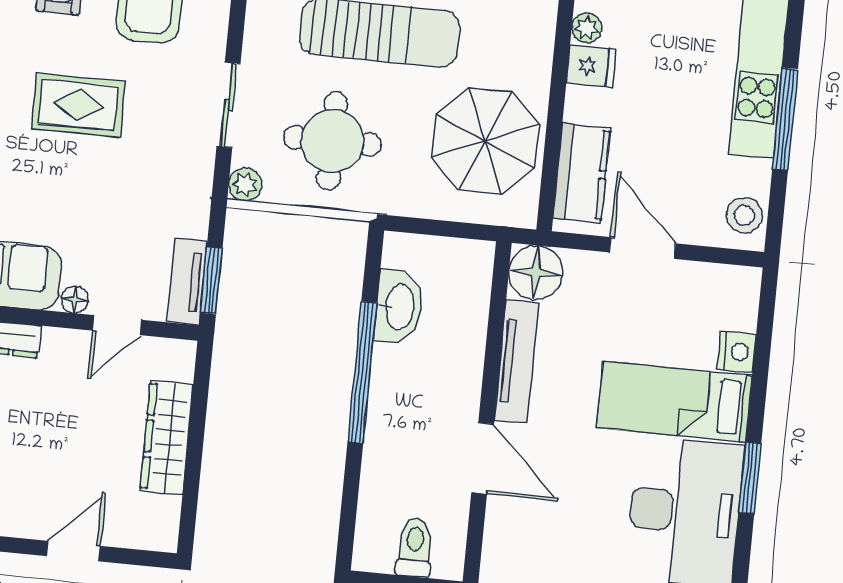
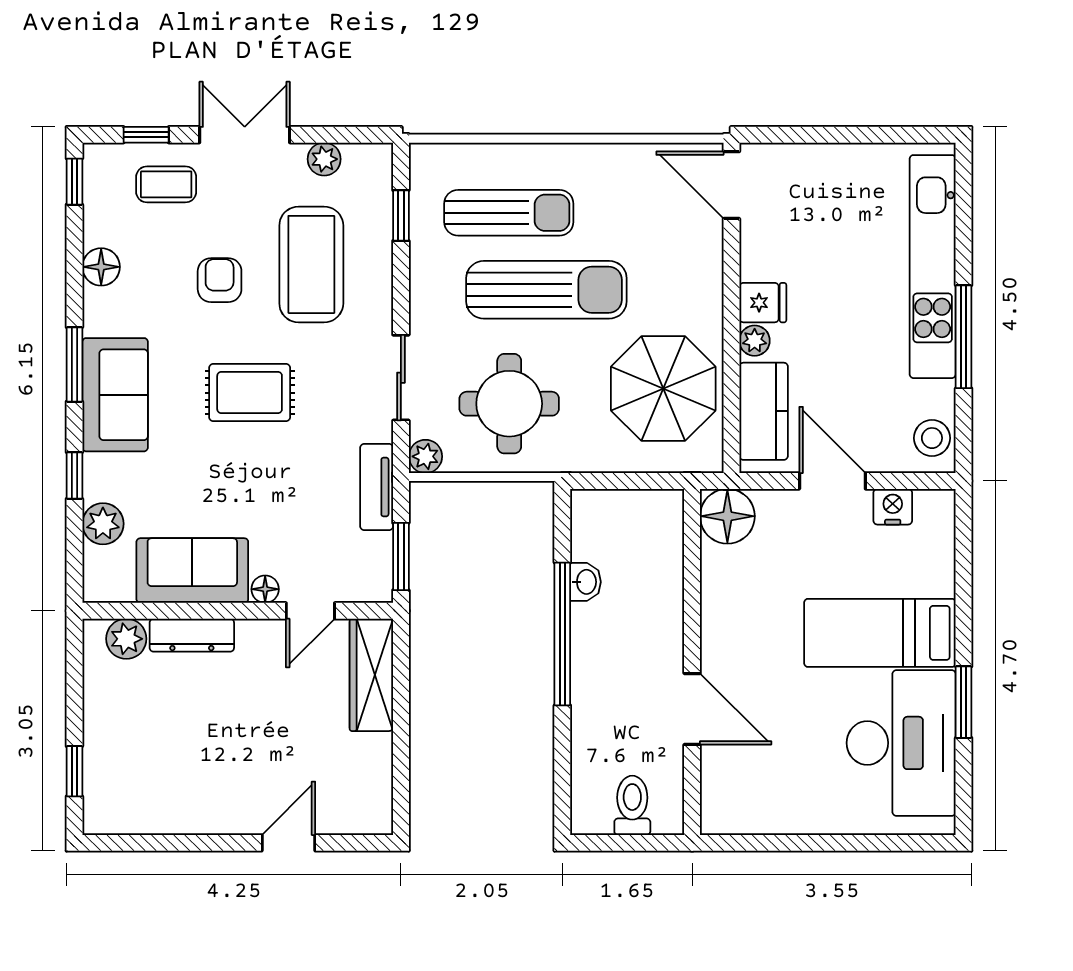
plant: (587, 28) -> (755, 341), moved
tv unit: (187, 281) -> (377, 487), moved
washbasin: (399, 307) -> (586, 582), width x0.52, depth x0.69
nightstand: (737, 352) -> (893, 507), moved, turned -90
tv unit: (516, 362) -> (717, 608), removed
wardrobe: (167, 438) -> (371, 675), moved

